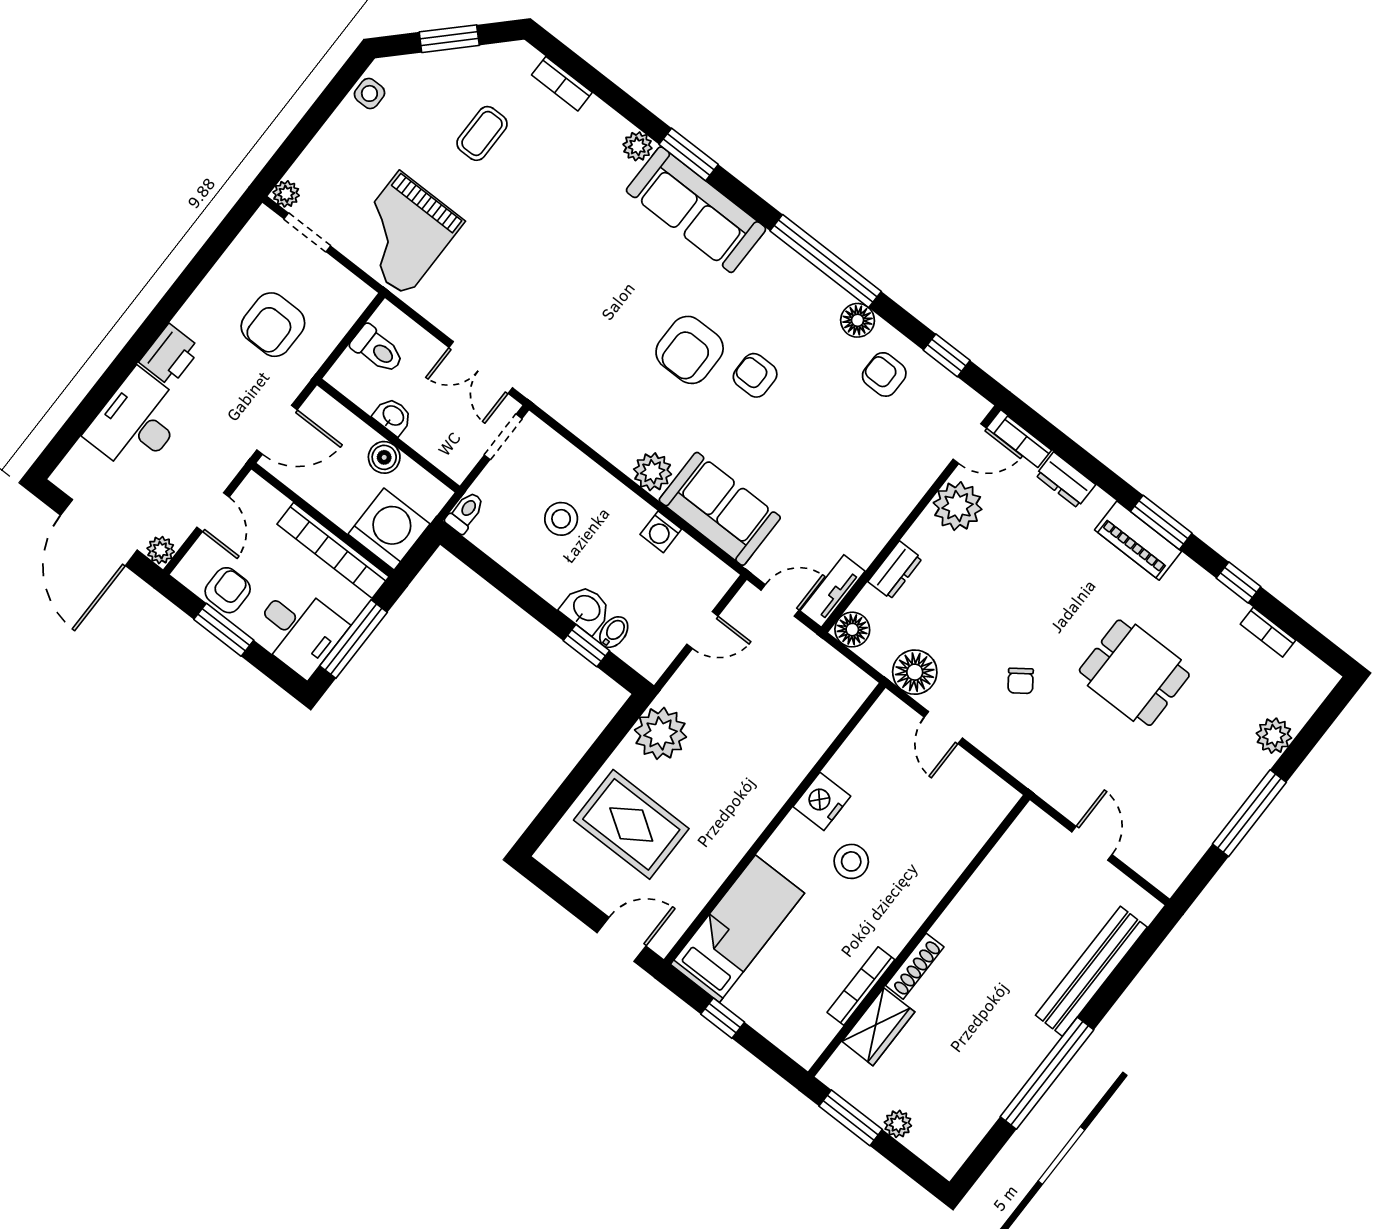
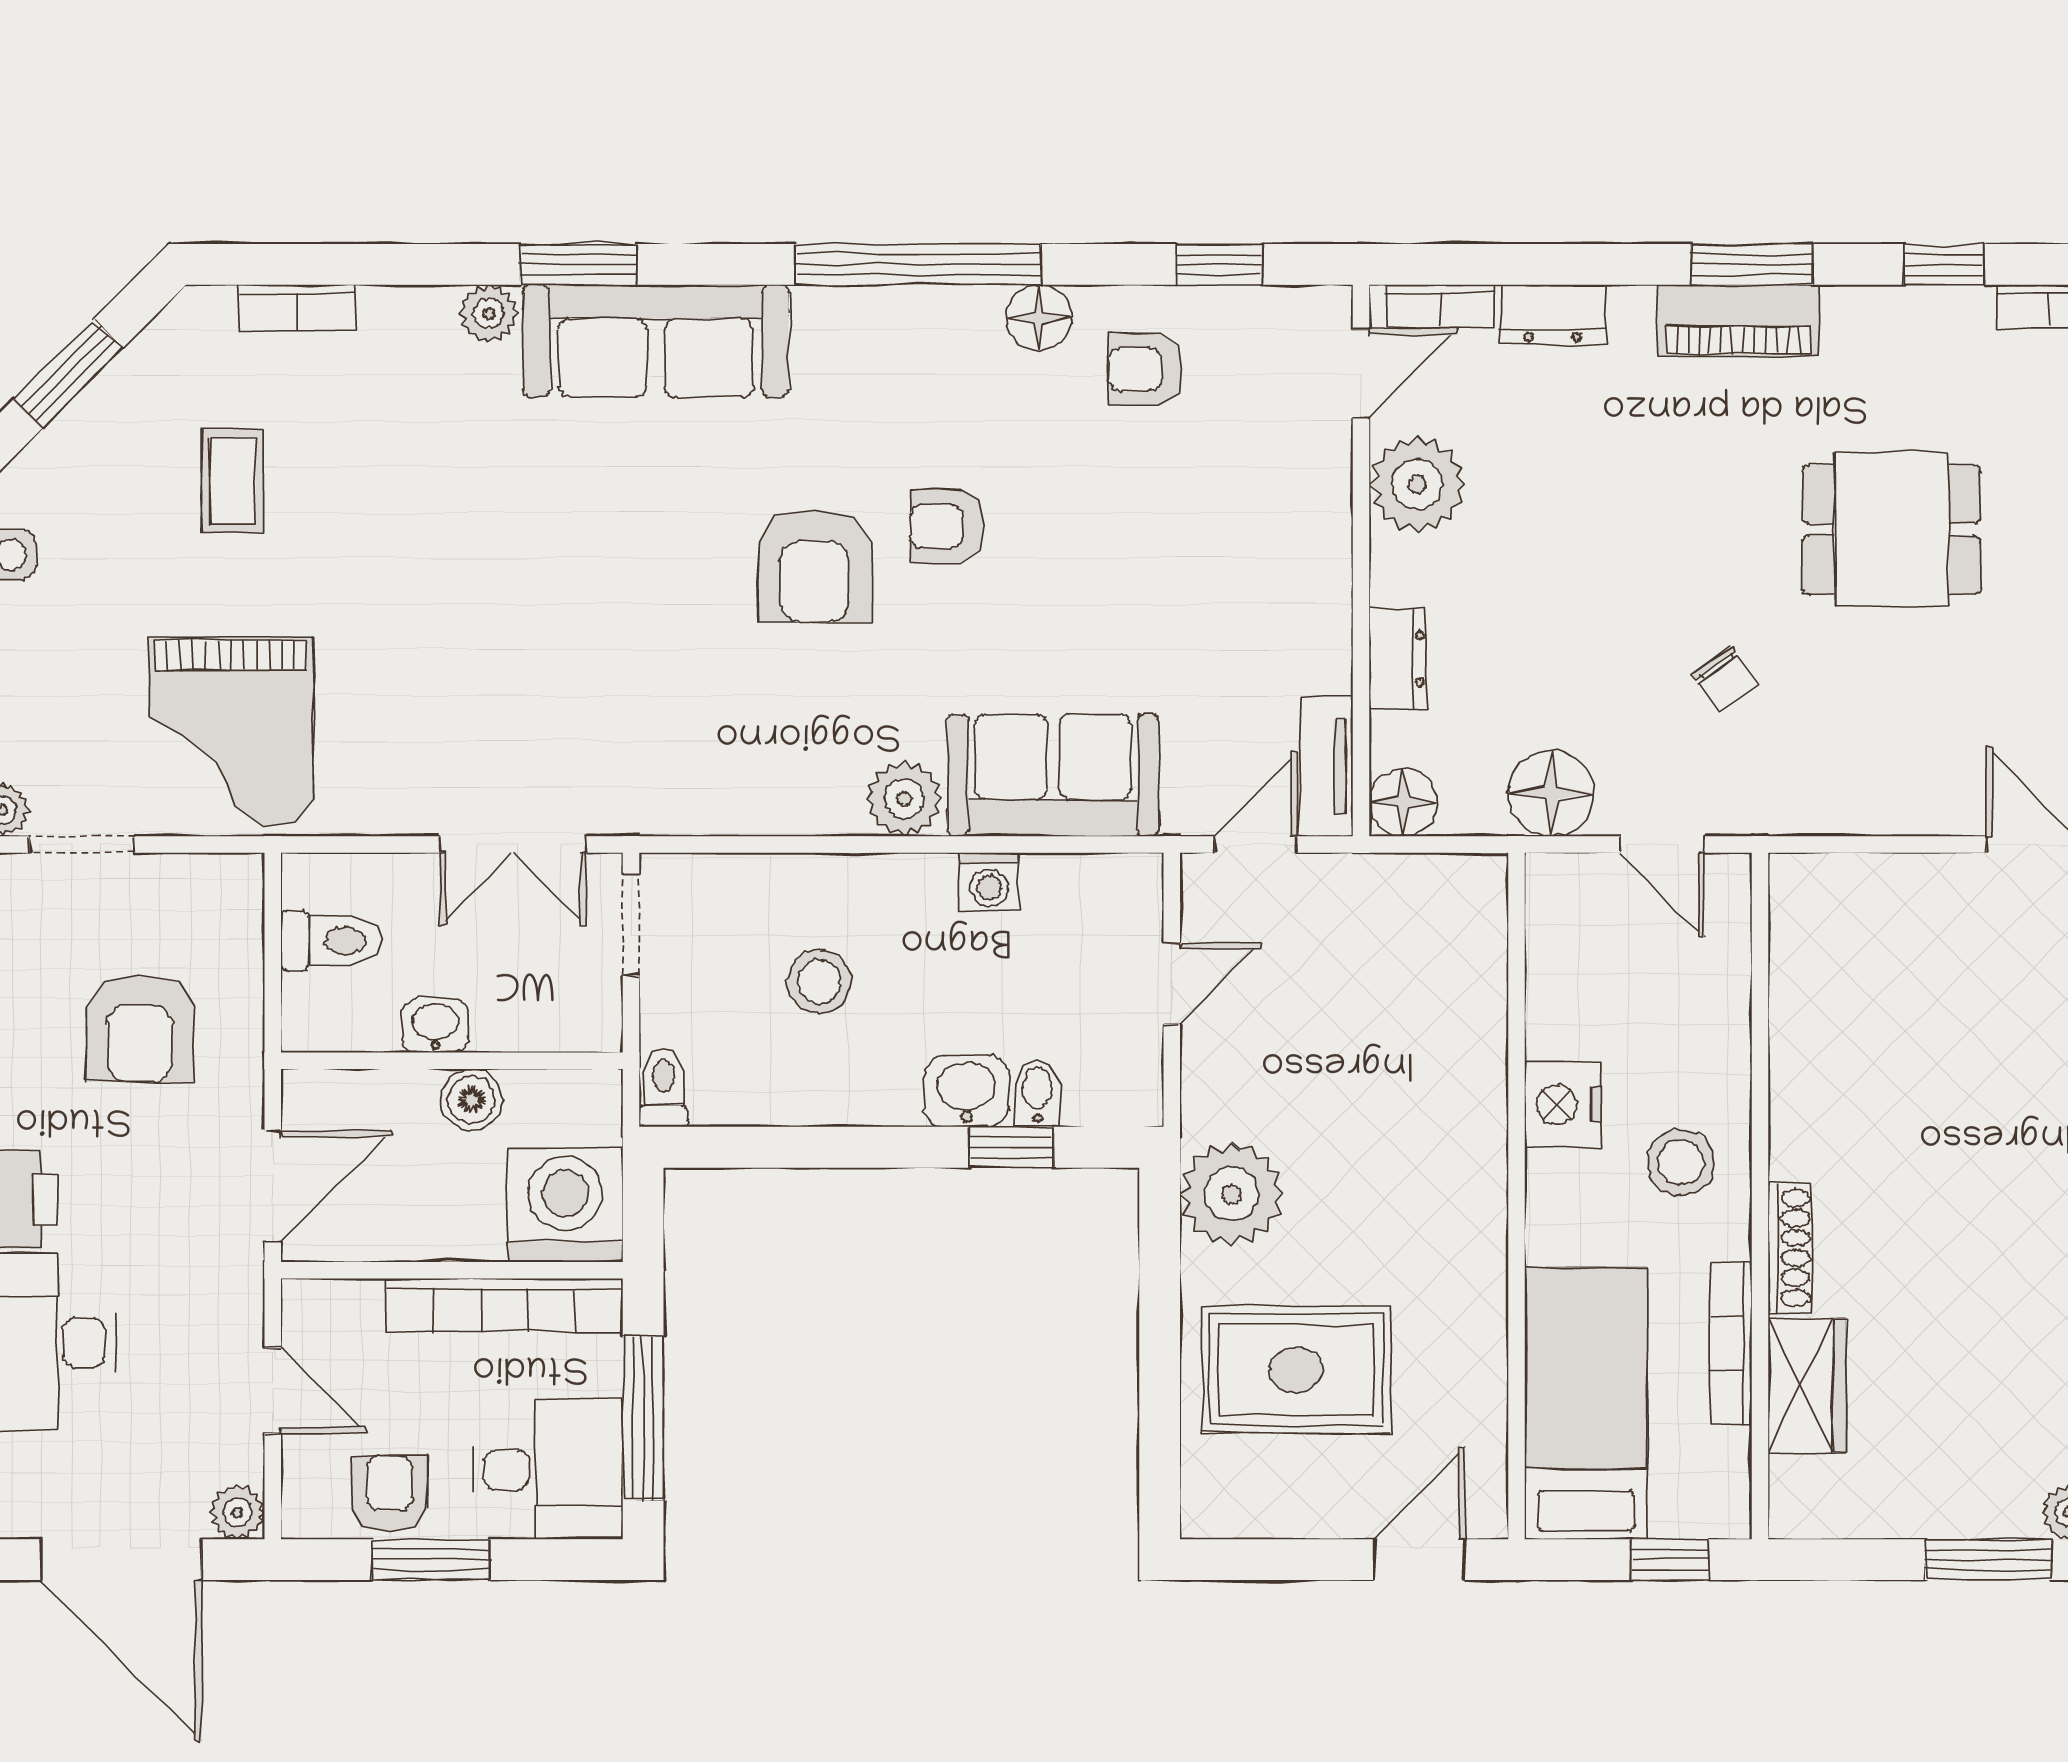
wall: (919, 936) -> (1760, 1196), moved
shoe rack: (915, 966) -> (1790, 1248), moved
bookcase: (861, 986) -> (1731, 1343), moved
wardrobe: (878, 1027) -> (1807, 1385), moved

